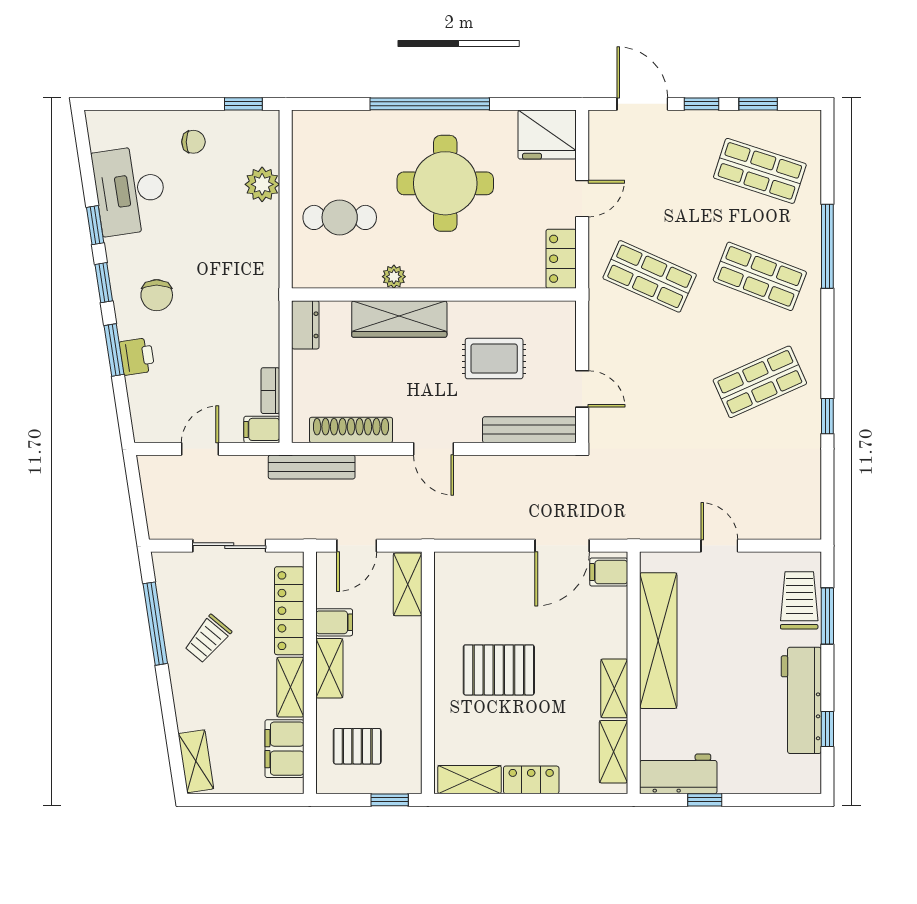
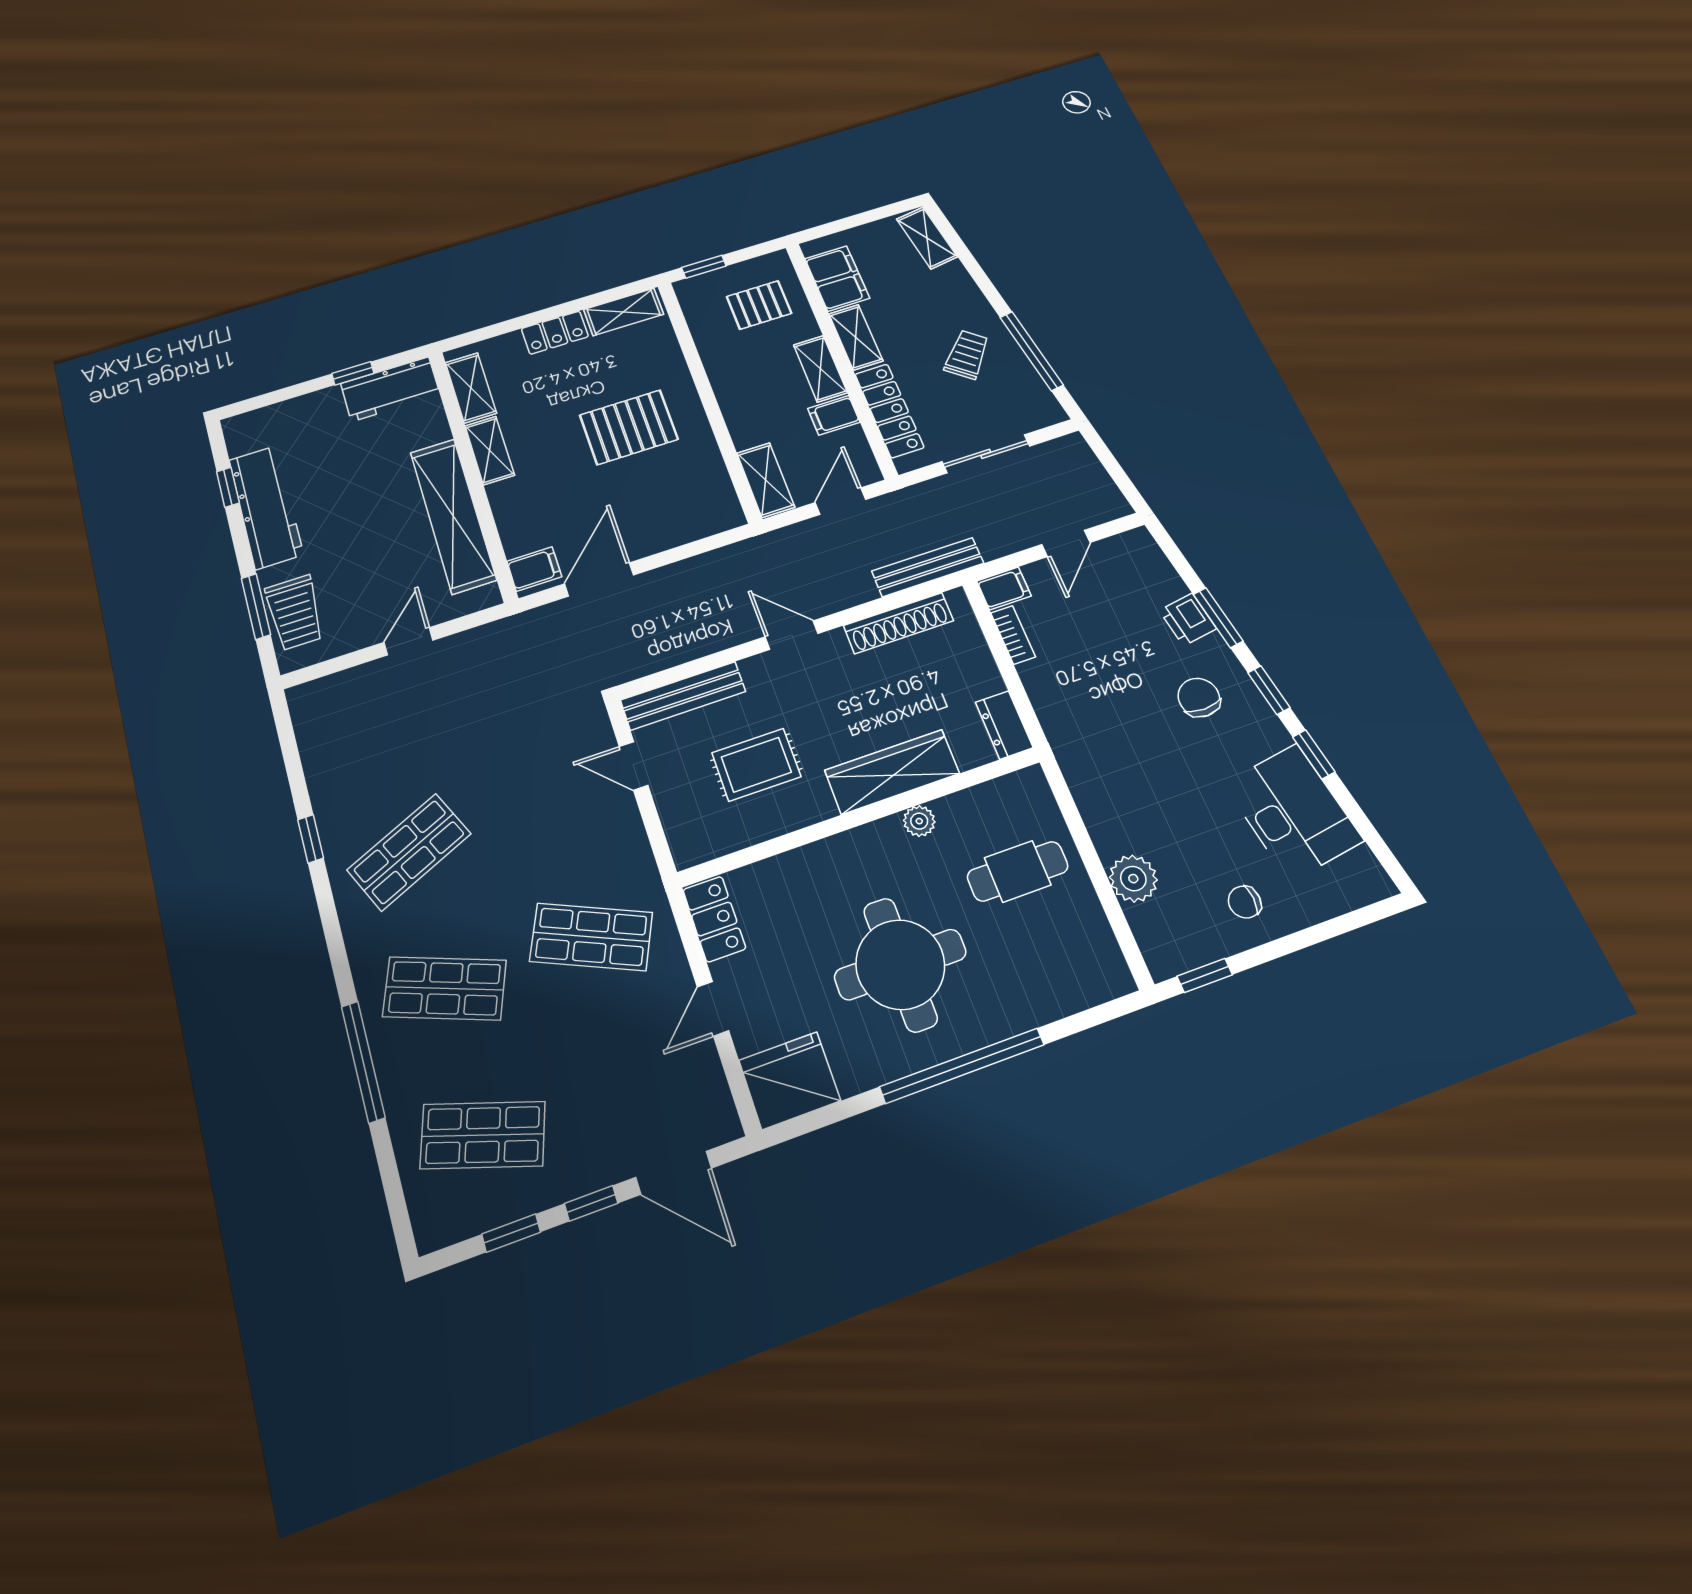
door: (719, 546) -> (409, 641), swing flipped

